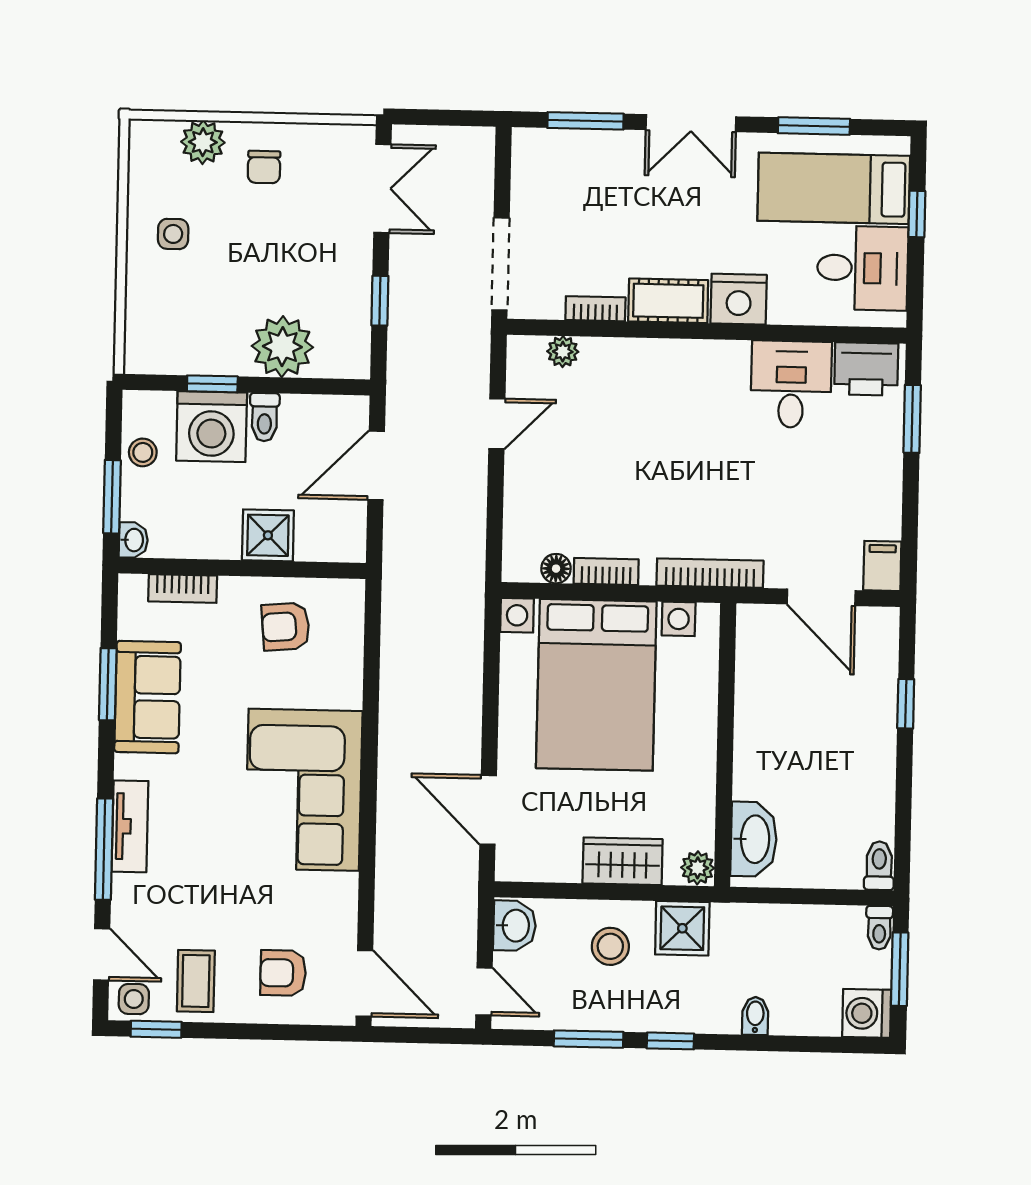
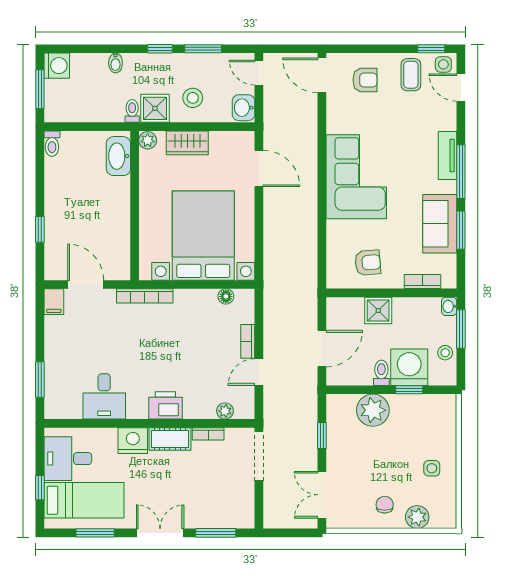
printer: (866, 369) -> (165, 405), moved
bookcase: (606, 571) -> (248, 341), moved, turned 90
window: (104, 849) -> (461, 172), moved
toilet: (879, 928) -> (132, 111), moved

